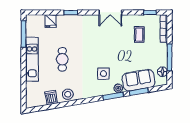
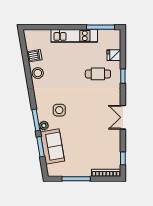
coffee table: (139, 34) -> (100, 147), removed
cafe table: (62, 59) -> (98, 74), moved
floor lamp: (162, 72) -> (61, 171), removed

